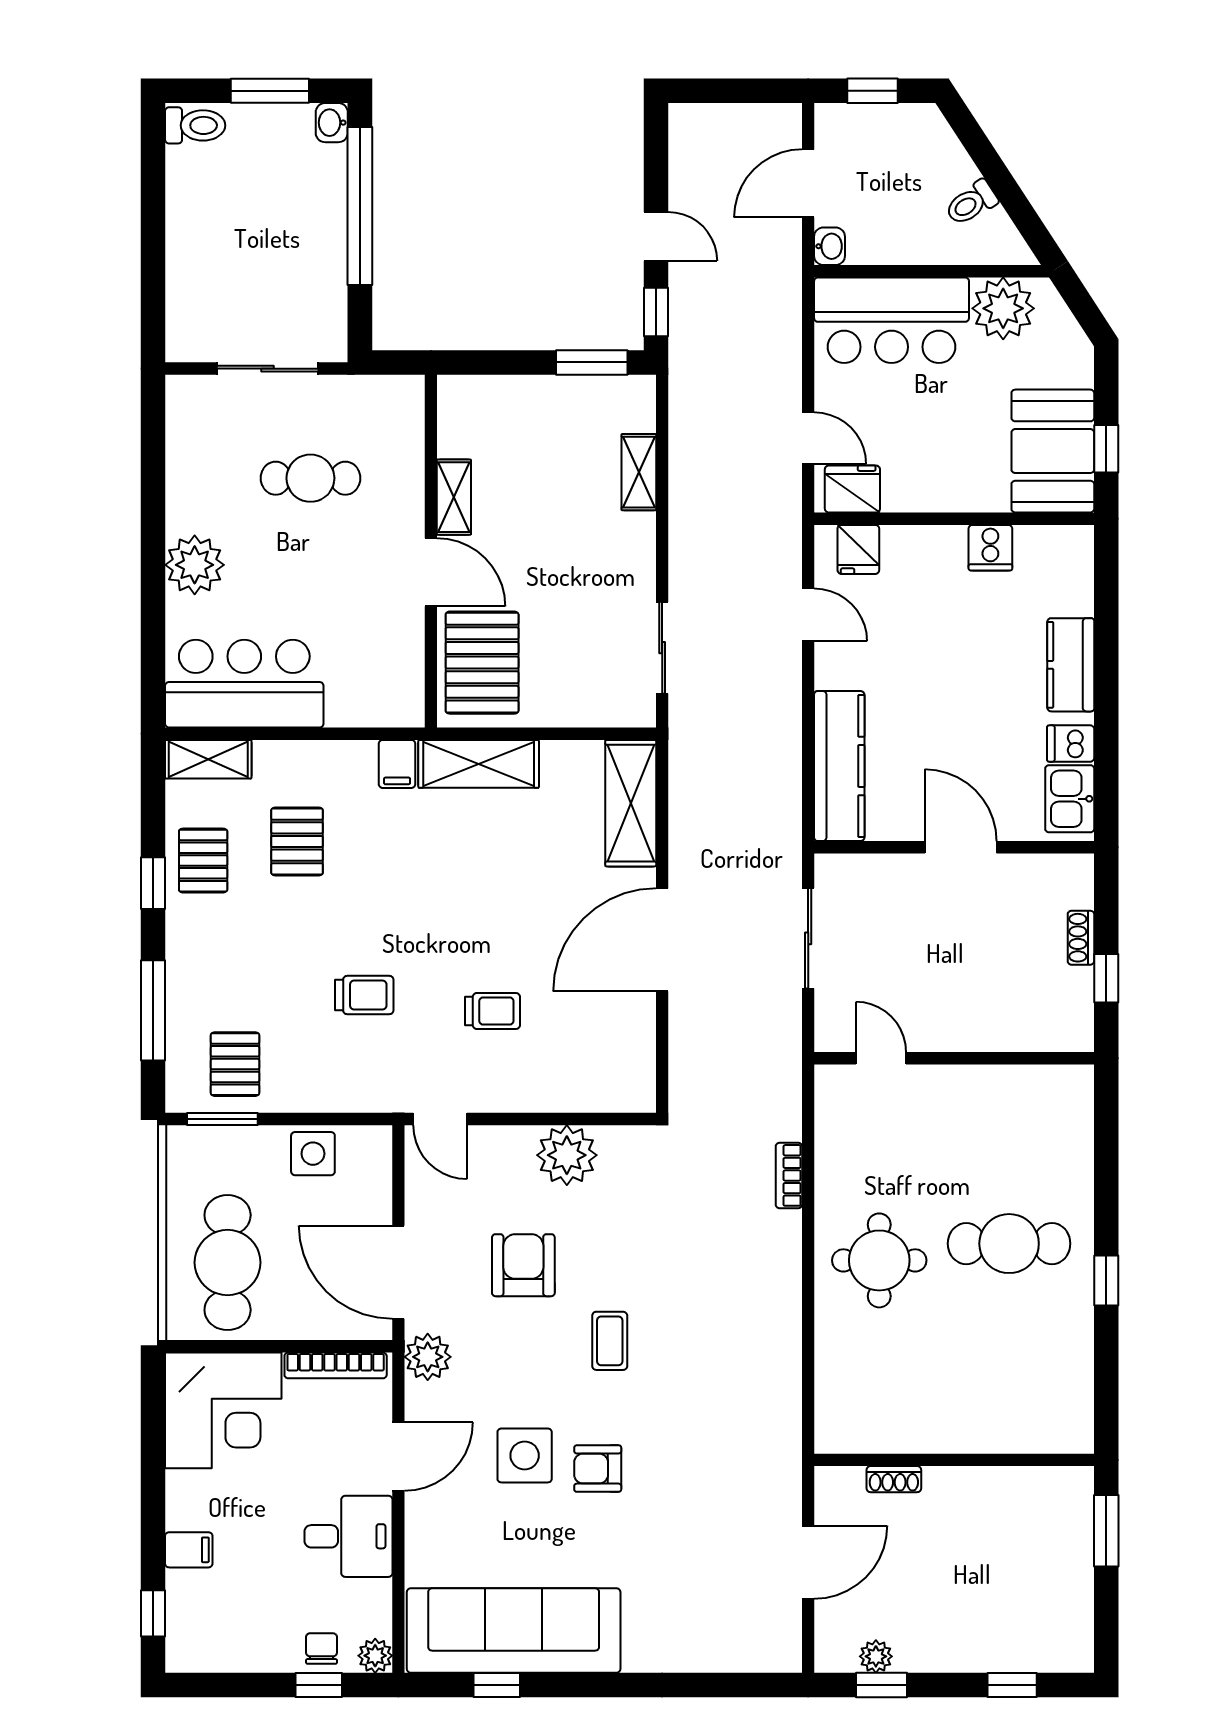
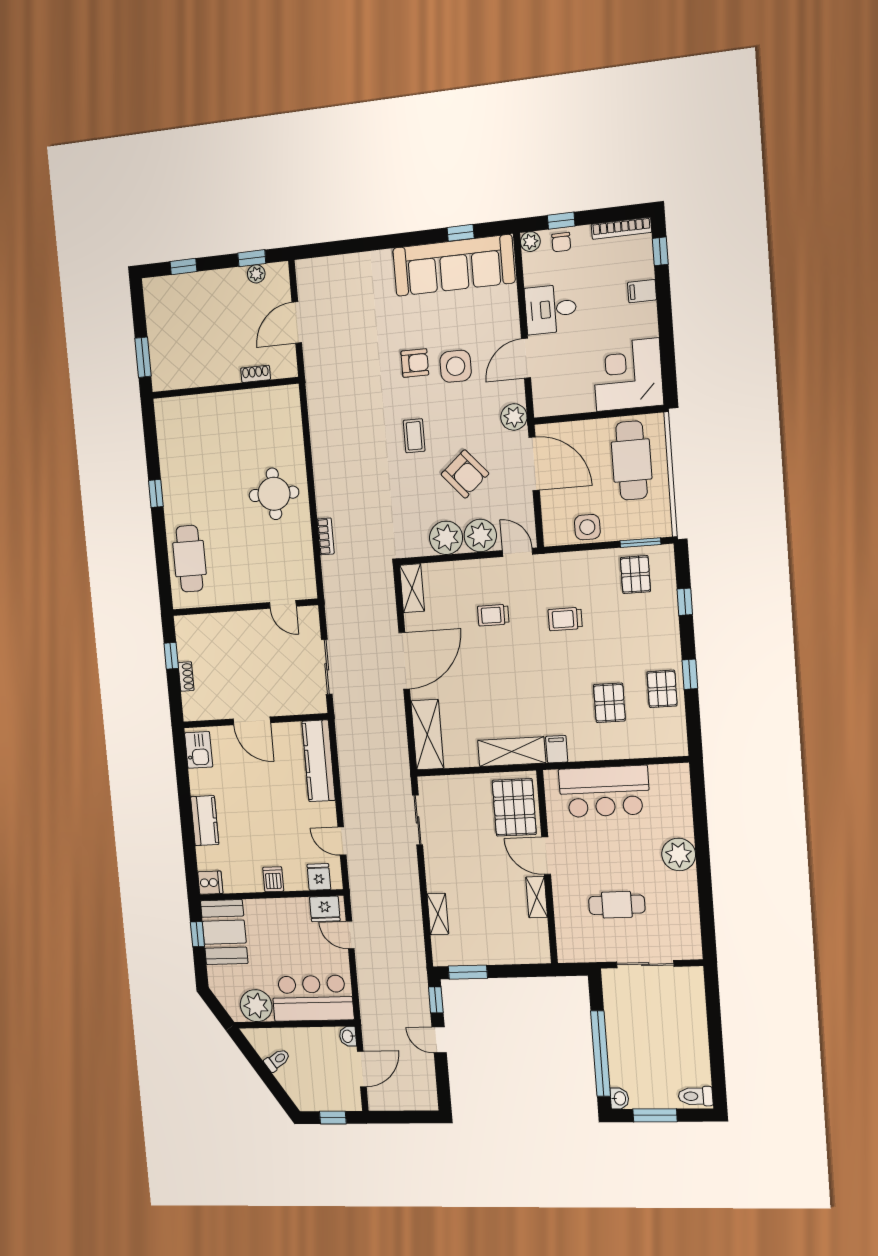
cooker: (990, 548) -> (210, 883), moved, turned 90
bar counter: (244, 684) -> (604, 791), moved
dishwasher: (1071, 744) -> (273, 879), moved, turned -90
shelving: (208, 759) -> (412, 588), moved, turned 90
window: (153, 1010) -> (685, 602), width x0.46
plant: (505, 1154) -> (480, 536), added
cafe table: (1009, 1244) -> (189, 559), moved, turned 90
armchair: (523, 1265) -> (465, 474), turned -41
bookcase: (336, 1365) -> (621, 228), moved, turned 180

